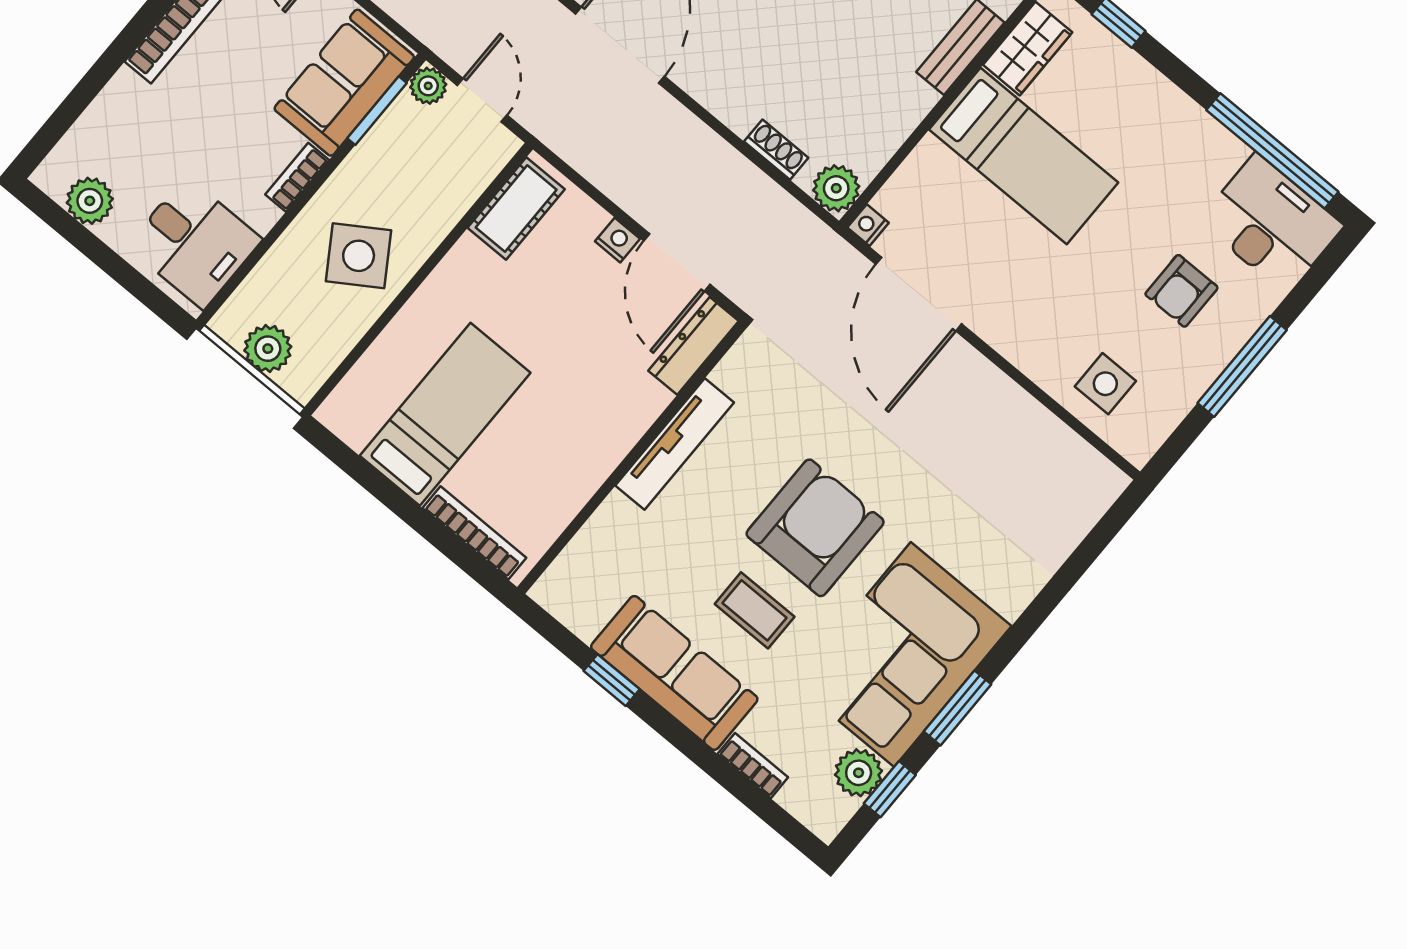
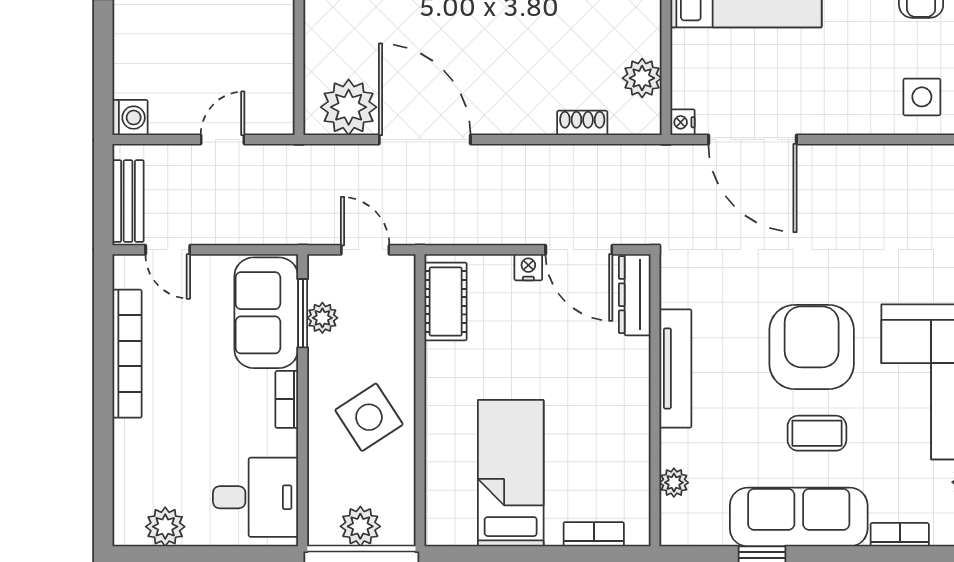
plant: (428, 86) -> (322, 318), moved
plant: (836, 188) -> (642, 78), moved
bookcase: (474, 533) -> (594, 534), width x0.64
plant: (587, 547) -> (674, 483), added

